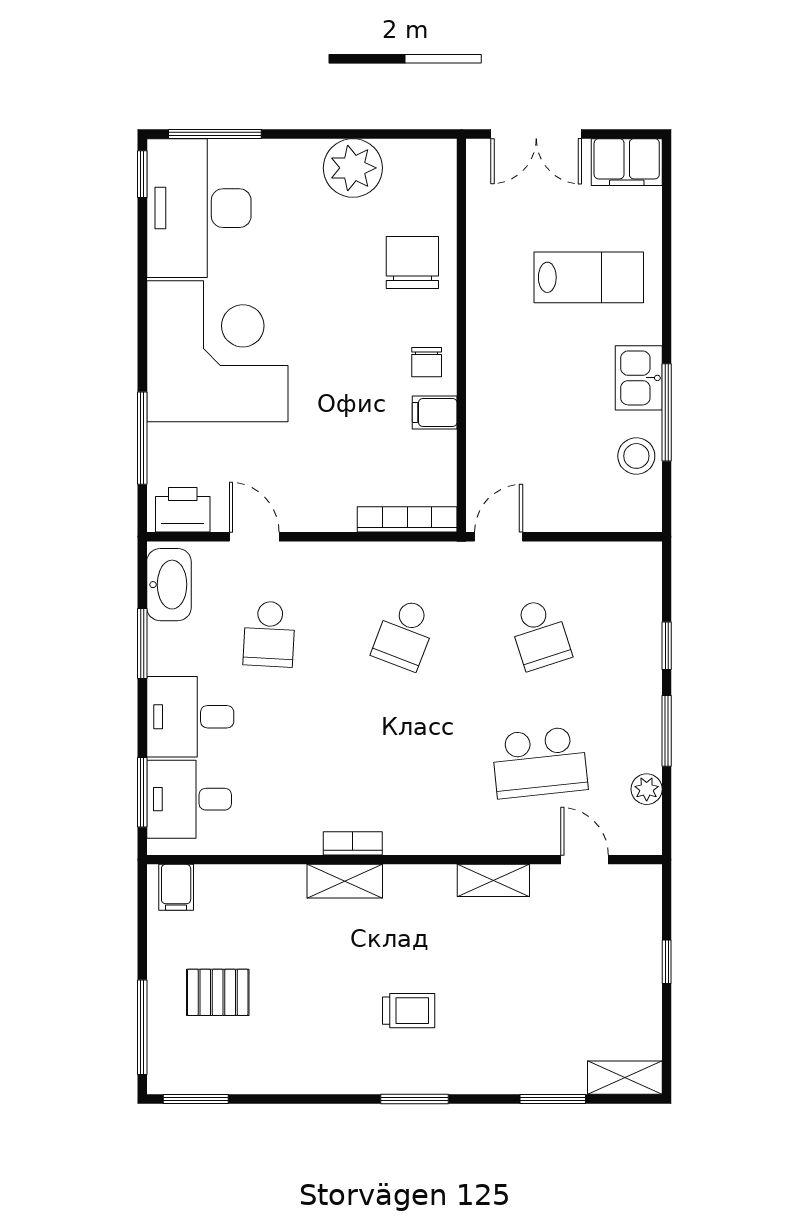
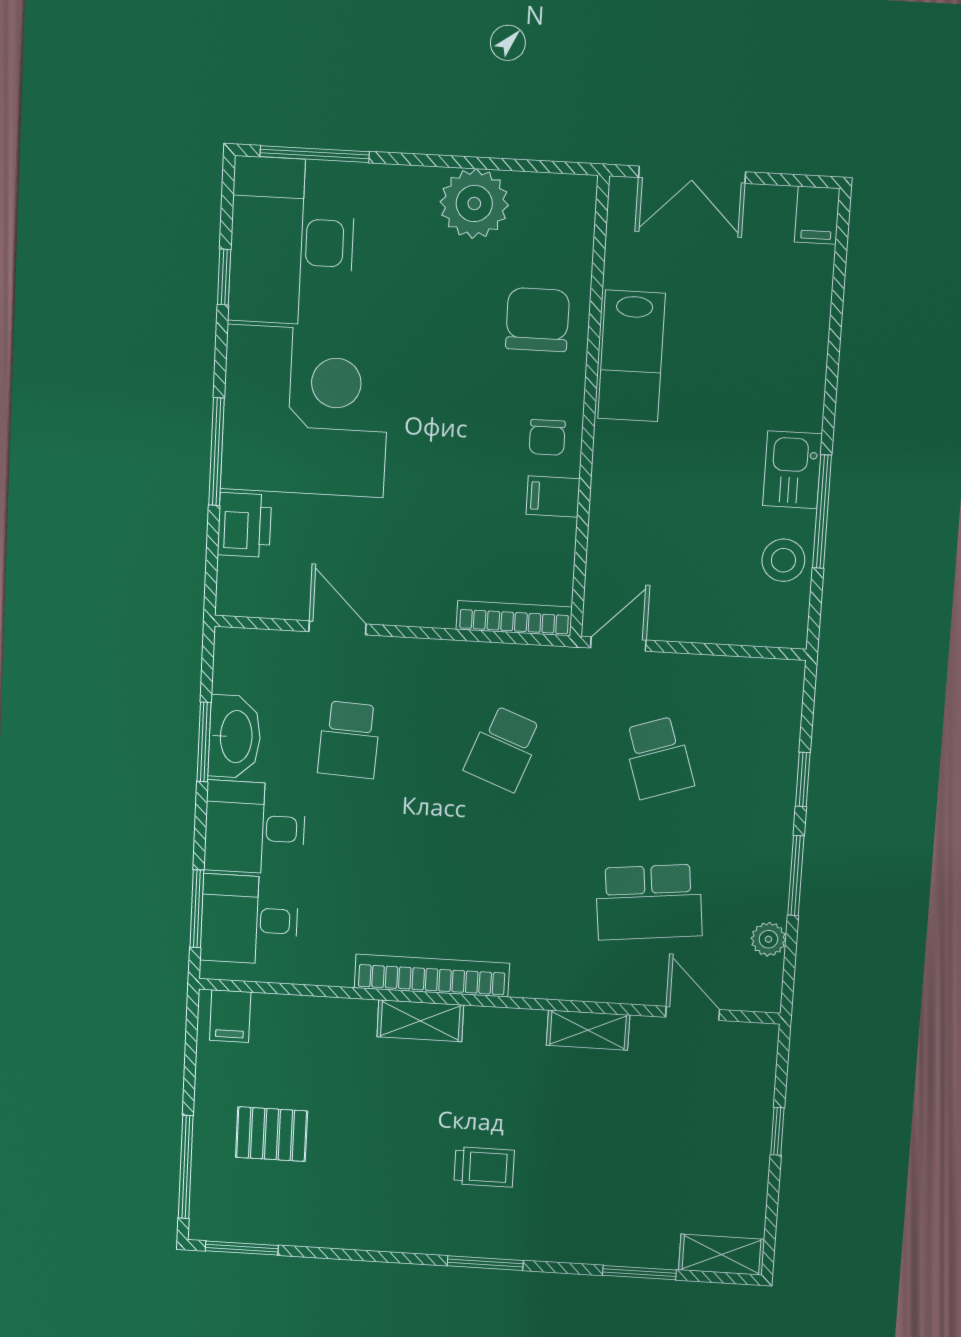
filing cabinet: (627, 162) -> (817, 215), width x0.50
window: (142, 174) -> (224, 277), moved
lab bench: (589, 277) -> (632, 356), moved, turned 90
window: (142, 438) -> (217, 452), moved
printer: (183, 510) -> (245, 525), moved, turned 90
washbasin: (169, 585) -> (235, 737), moved
bookcase: (353, 843) -> (432, 976), width x2.31, depth x1.31

